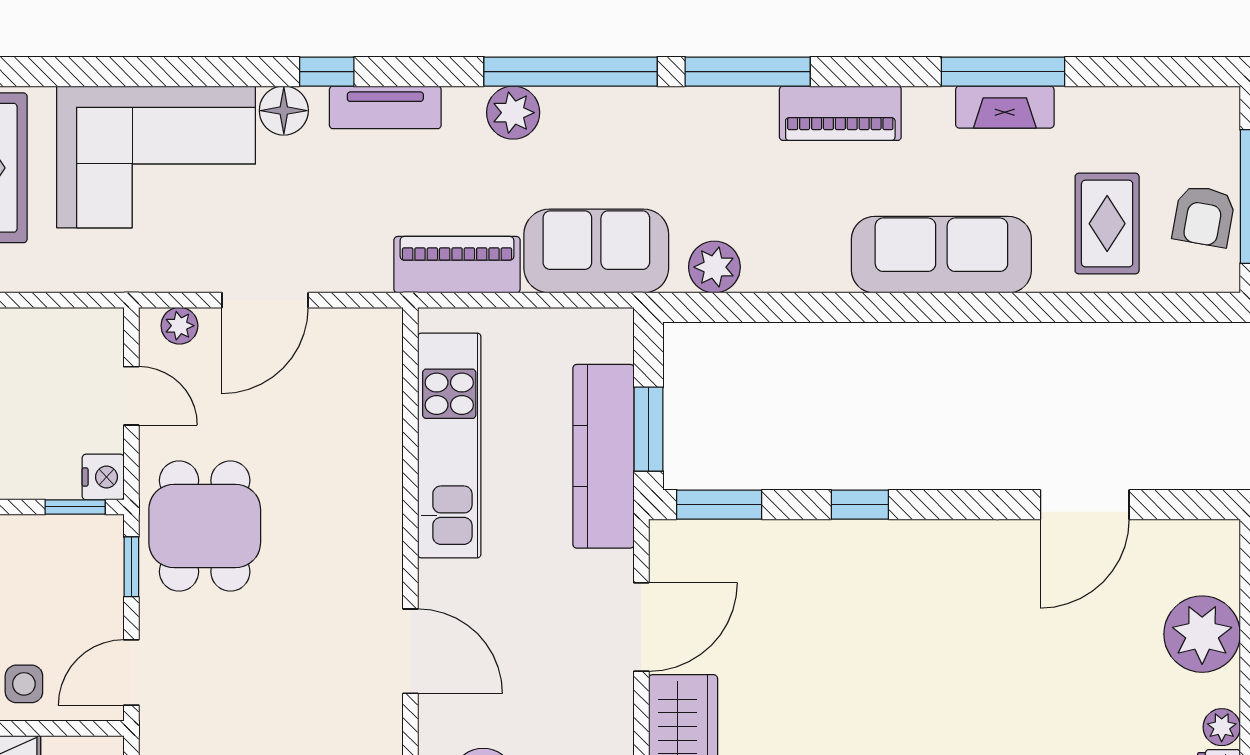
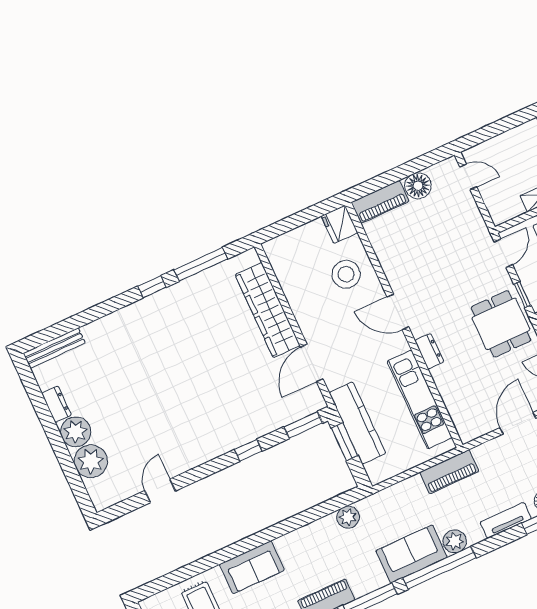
sofa: (596, 251) -> (412, 554), moved, turned 180
sofa: (941, 255) -> (252, 567), width x0.73
door: (1085, 505) -> (160, 491), width x0.73
dresser: (382, 538) -> (429, 351), added
plant: (1222, 727) -> (76, 432), width x1.87, depth x1.87

